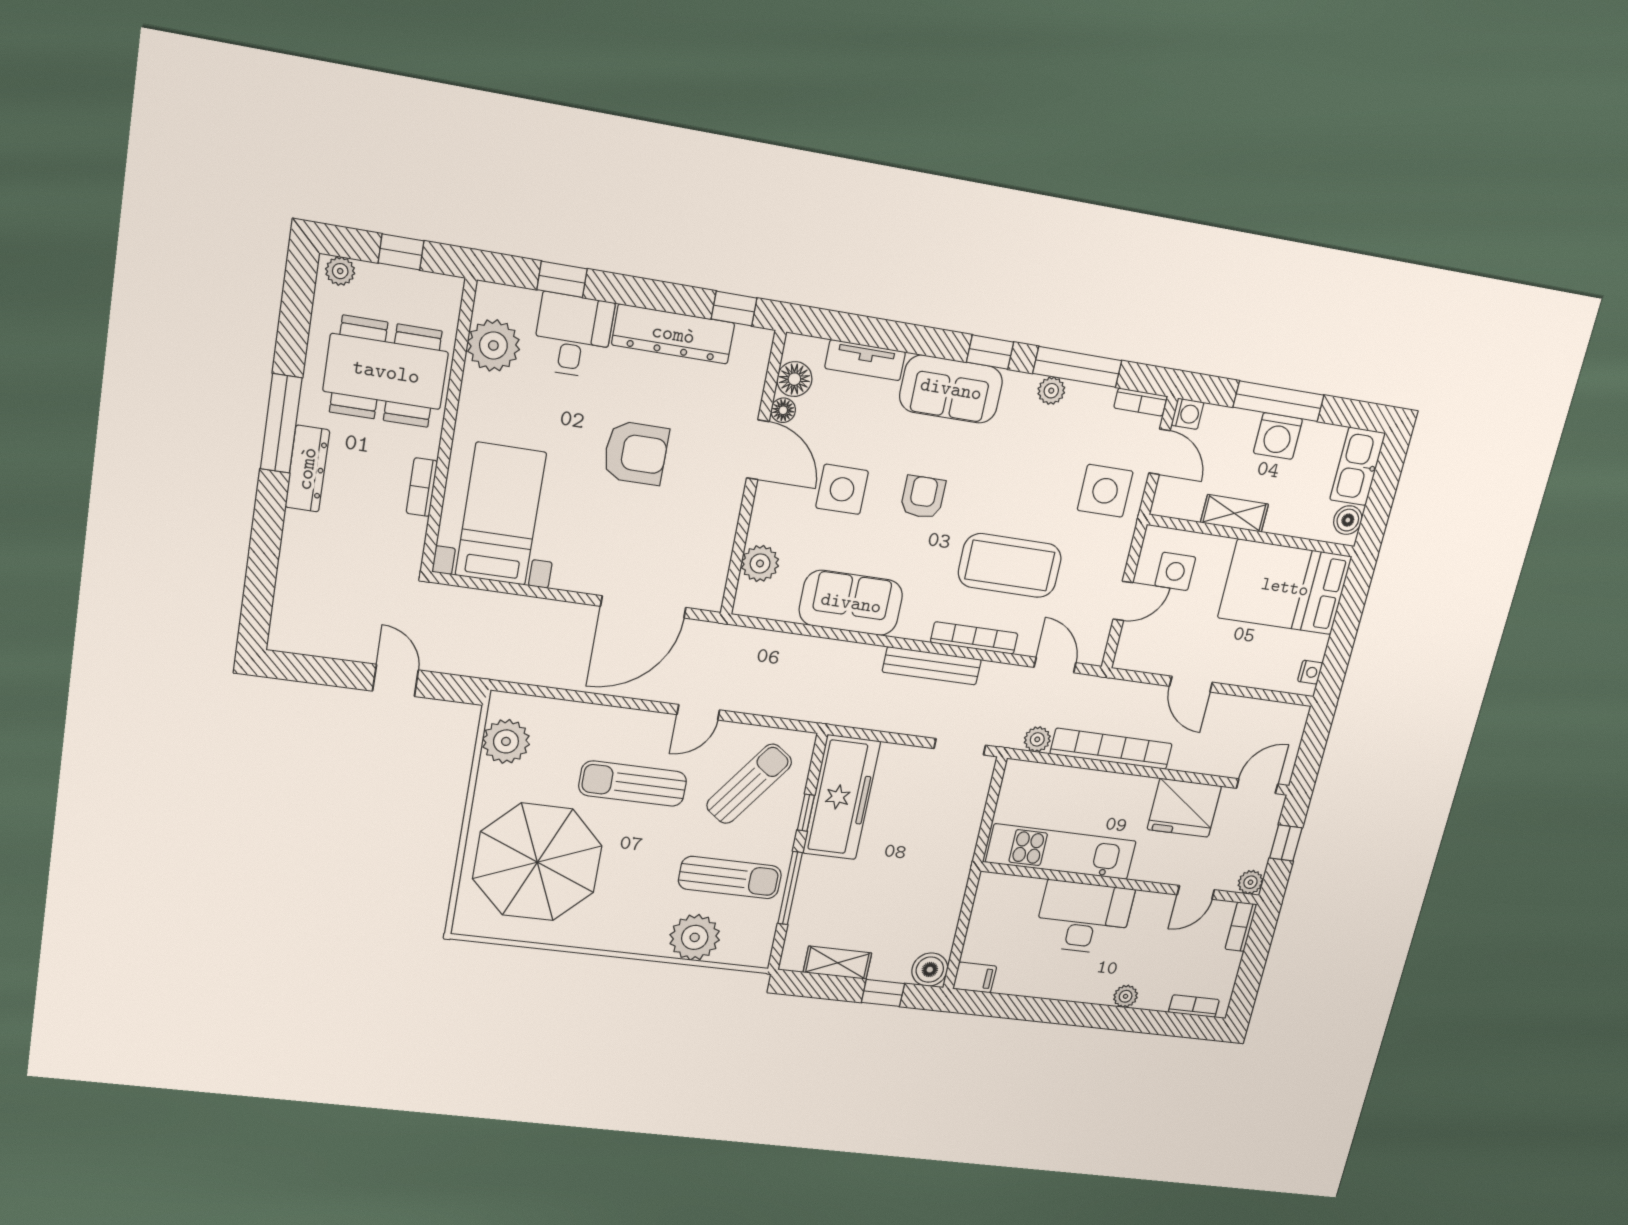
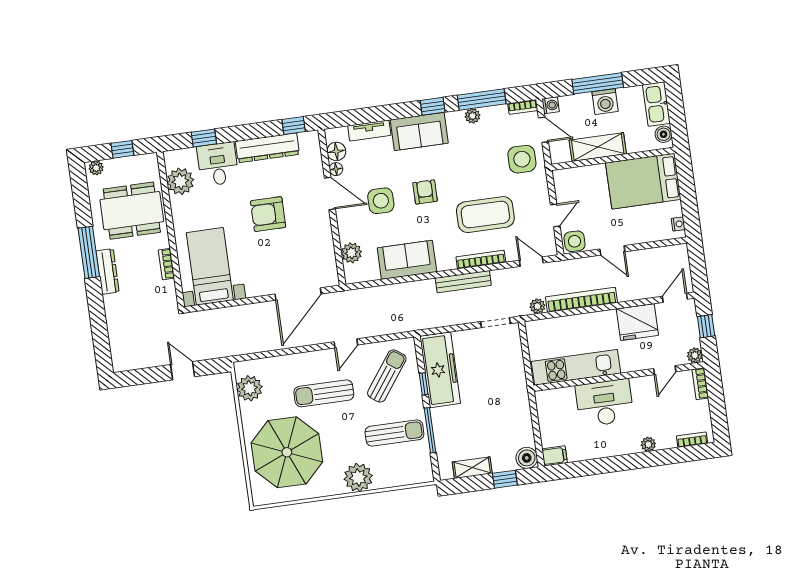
armchair: (636, 453) -> (268, 214), turned 180
shelving: (1234, 513) -> (598, 147), width x1.50, depth x1.33
side table: (1175, 571) -> (575, 241), moved
plant: (695, 937) -> (358, 477), moved

